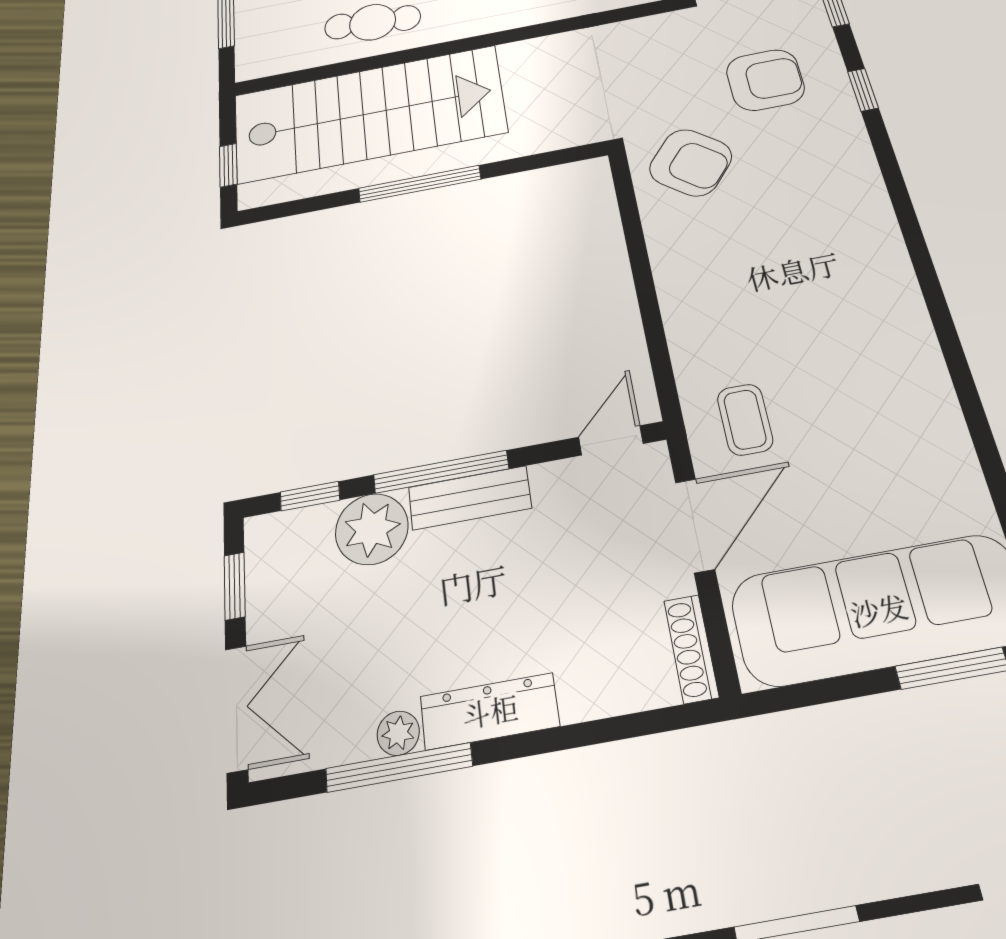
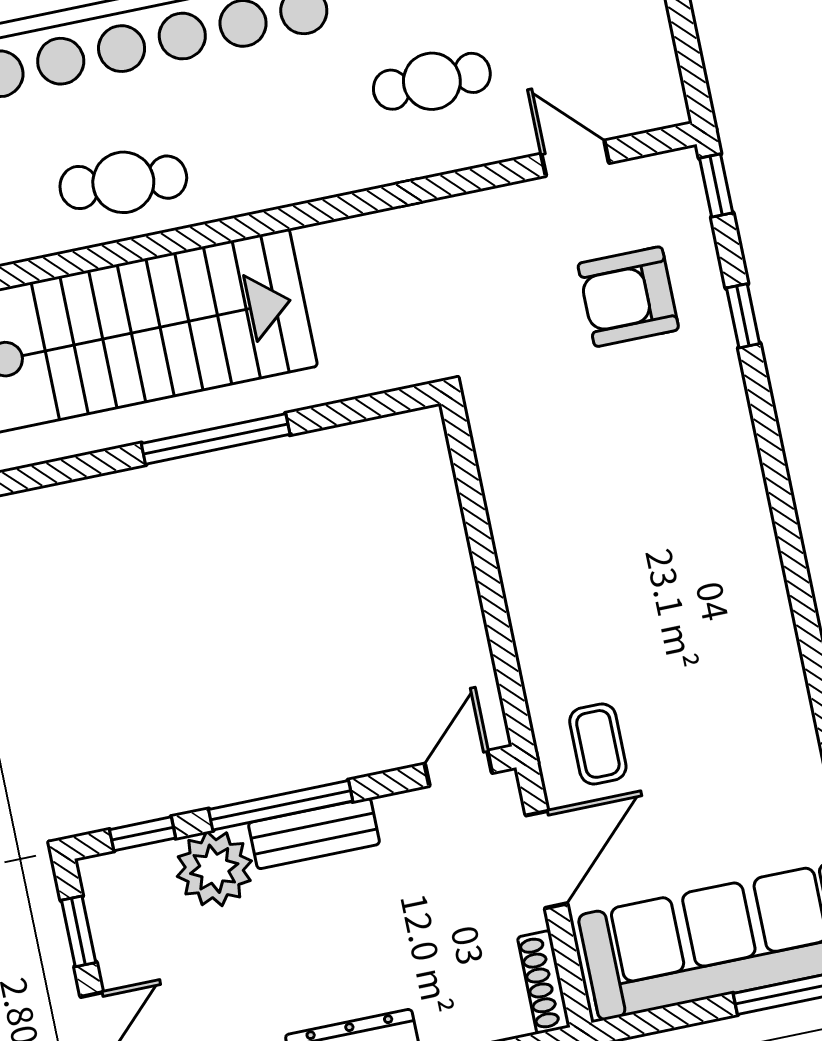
armchair: (765, 80) -> (628, 297), turned 180
armchair: (691, 163) -> (539, 416), removed

